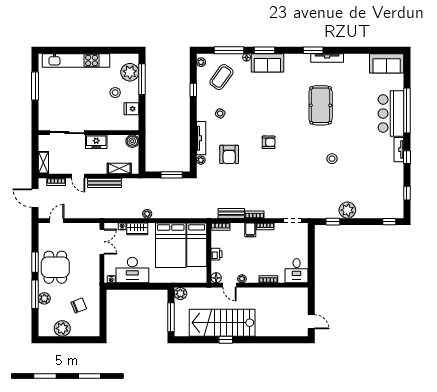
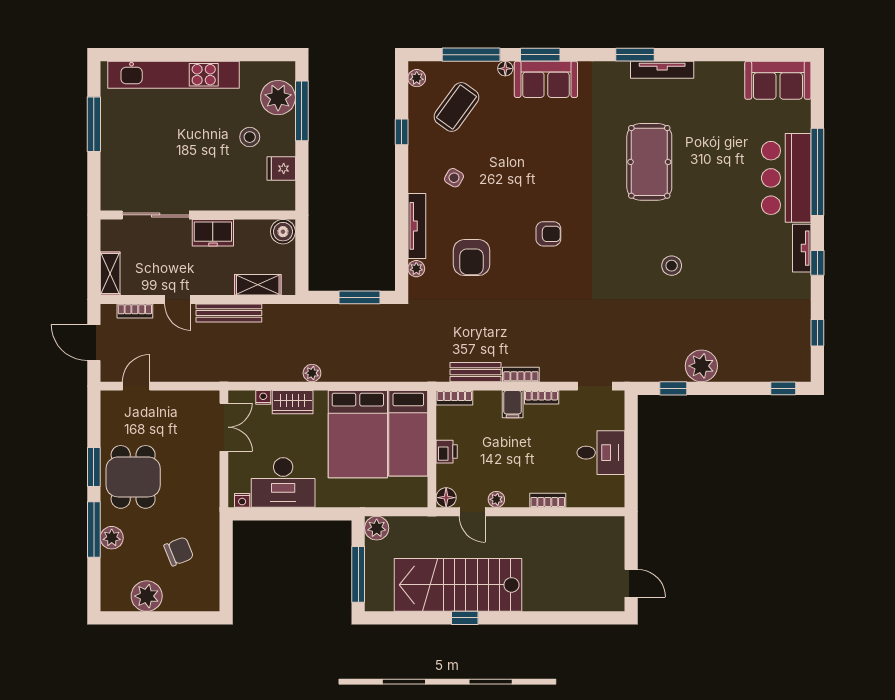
desk: (297, 271) -> (601, 453), moved, turned -90

